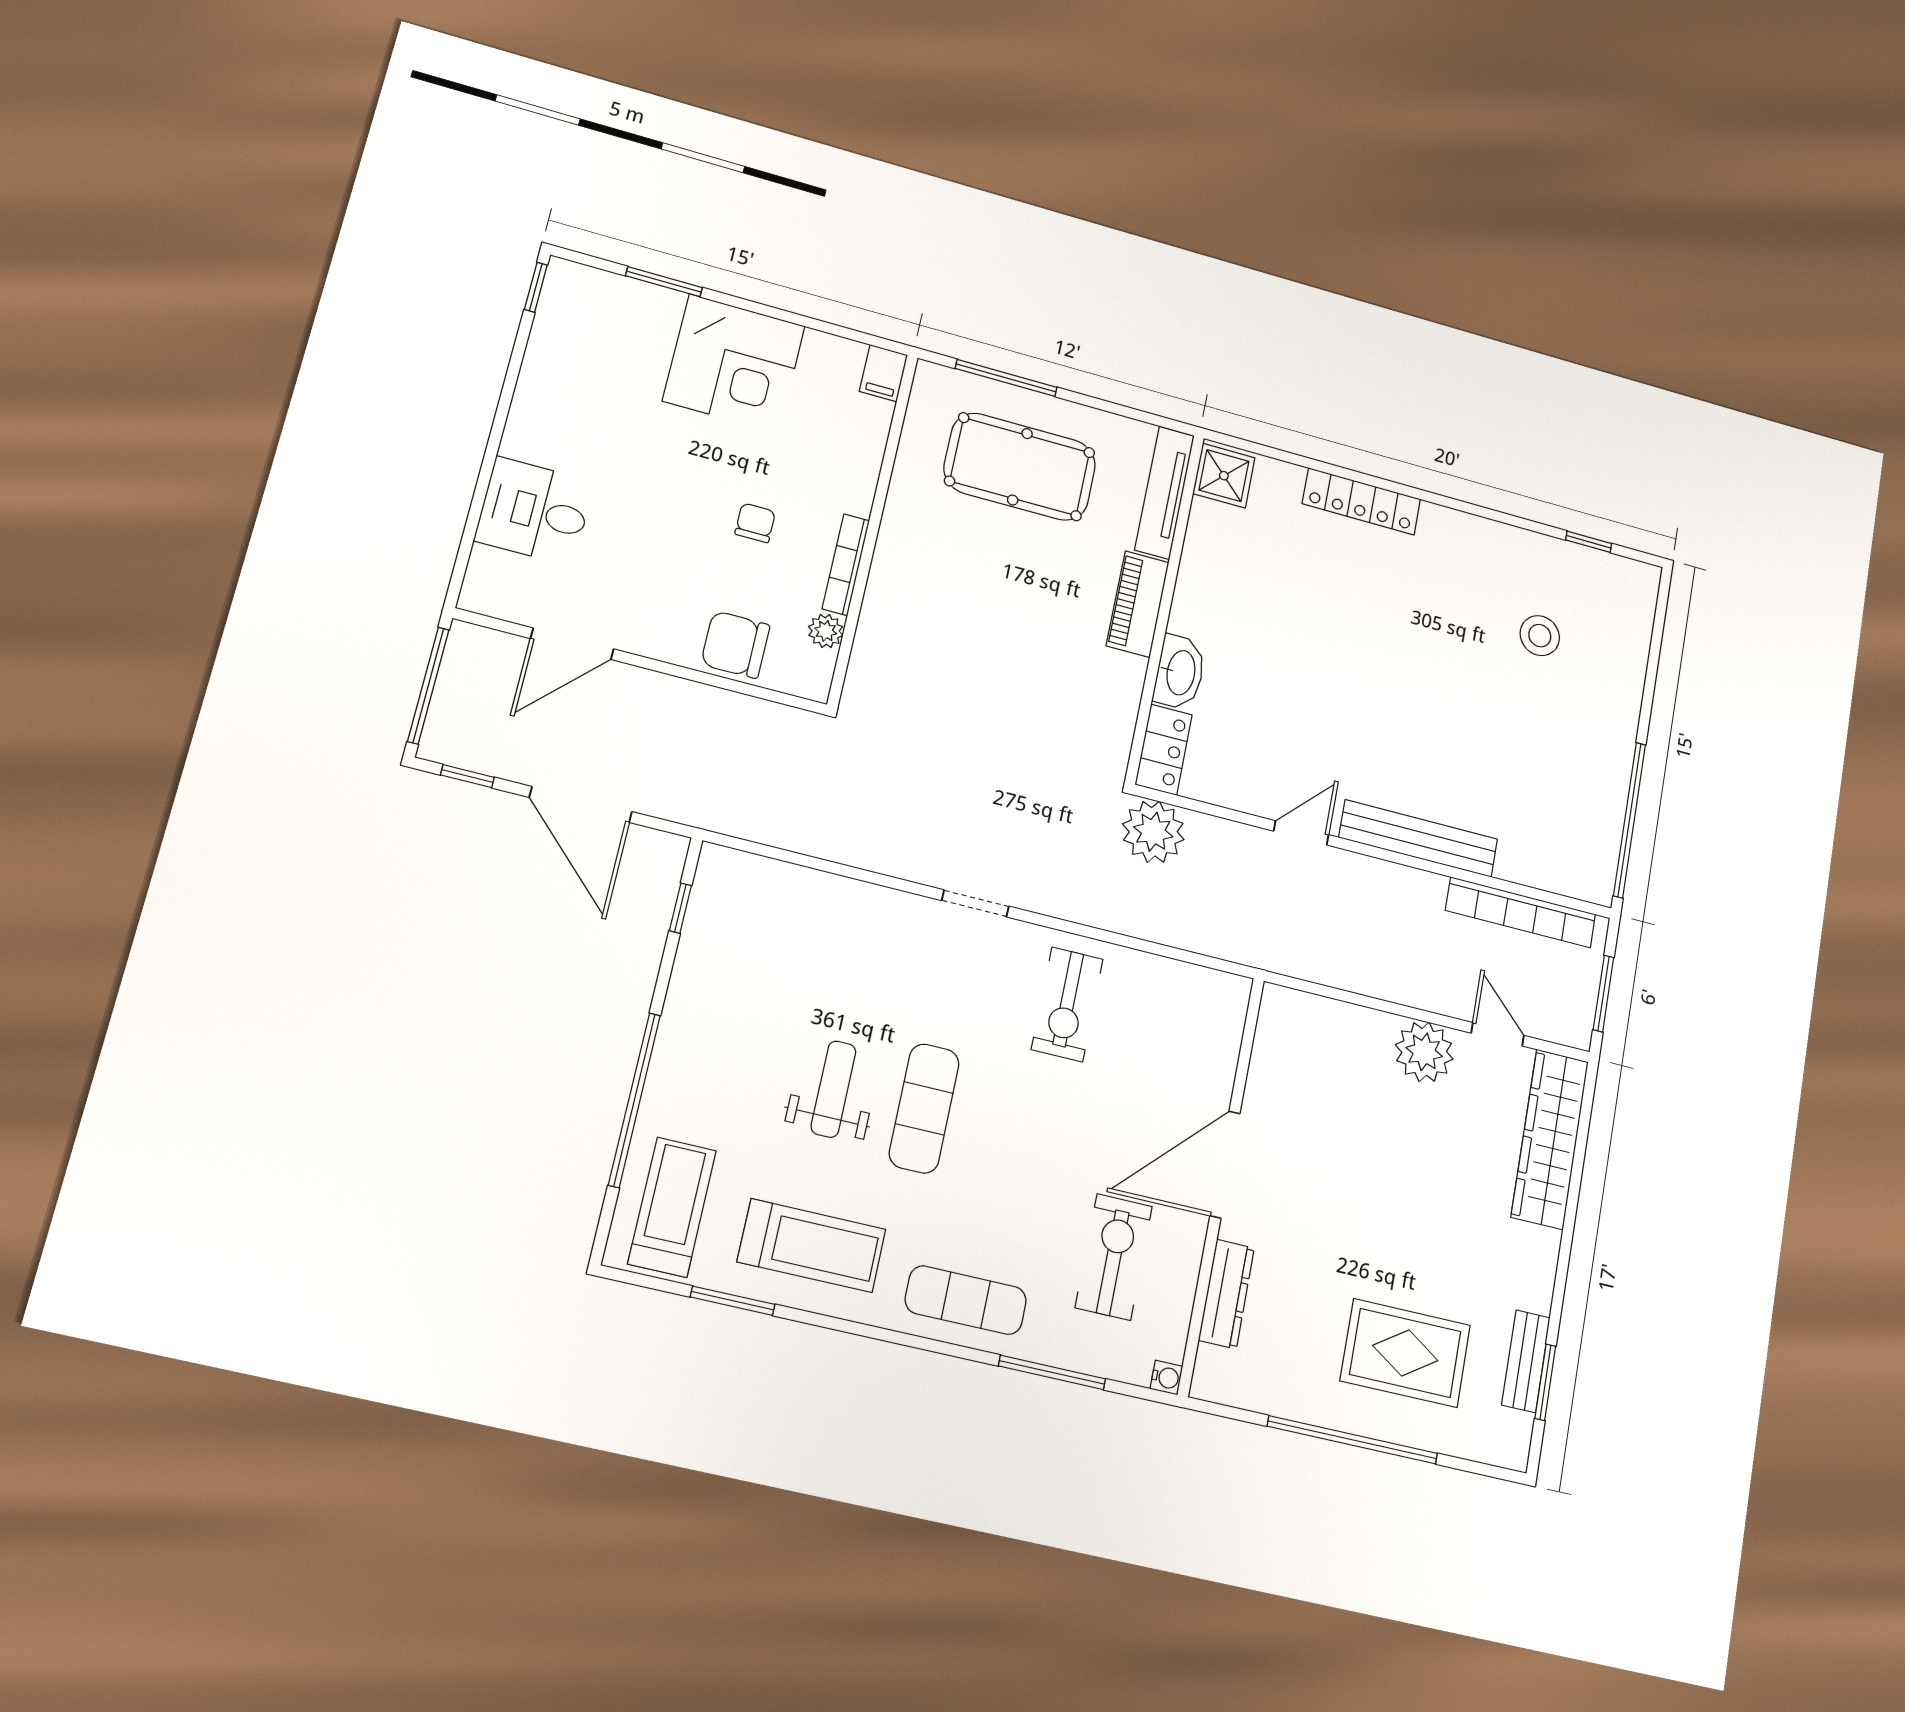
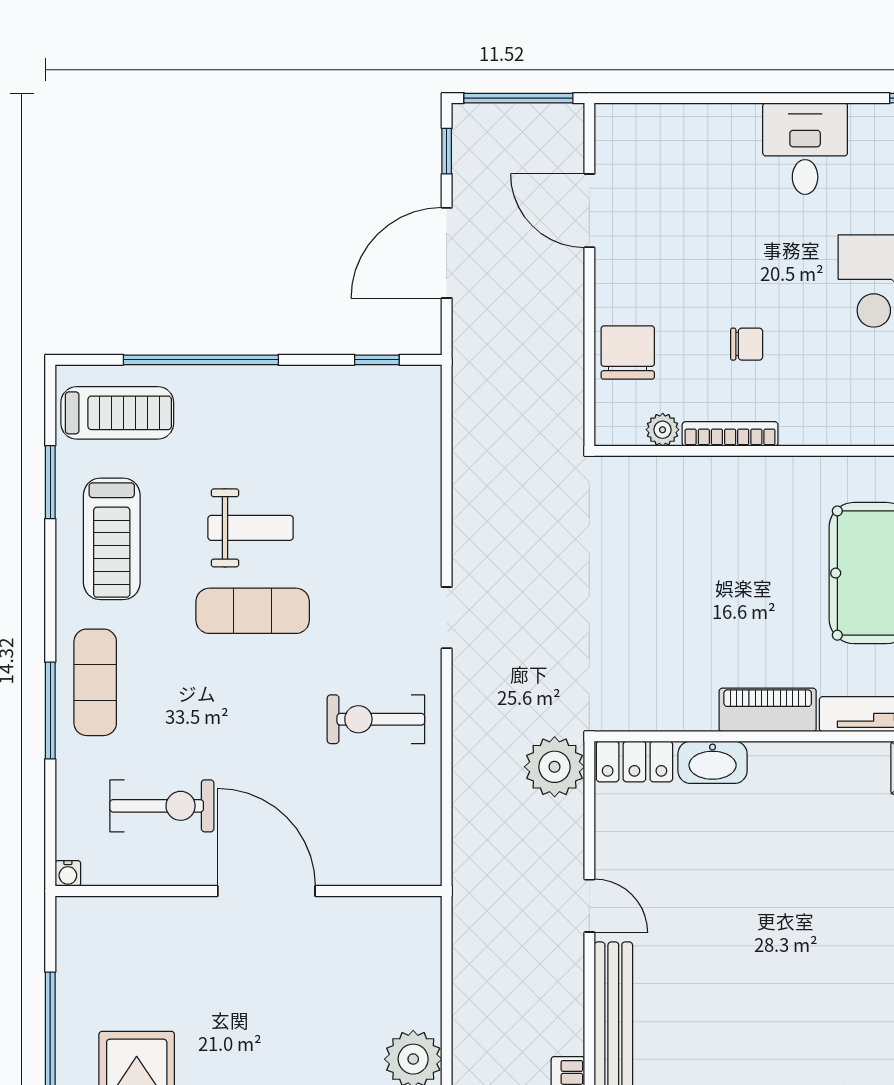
desk: (534, 511) -> (805, 149), moved
dresser: (1226, 1294) -> (152, 914), removed
window: (1052, 1372) -> (50, 711), moved

